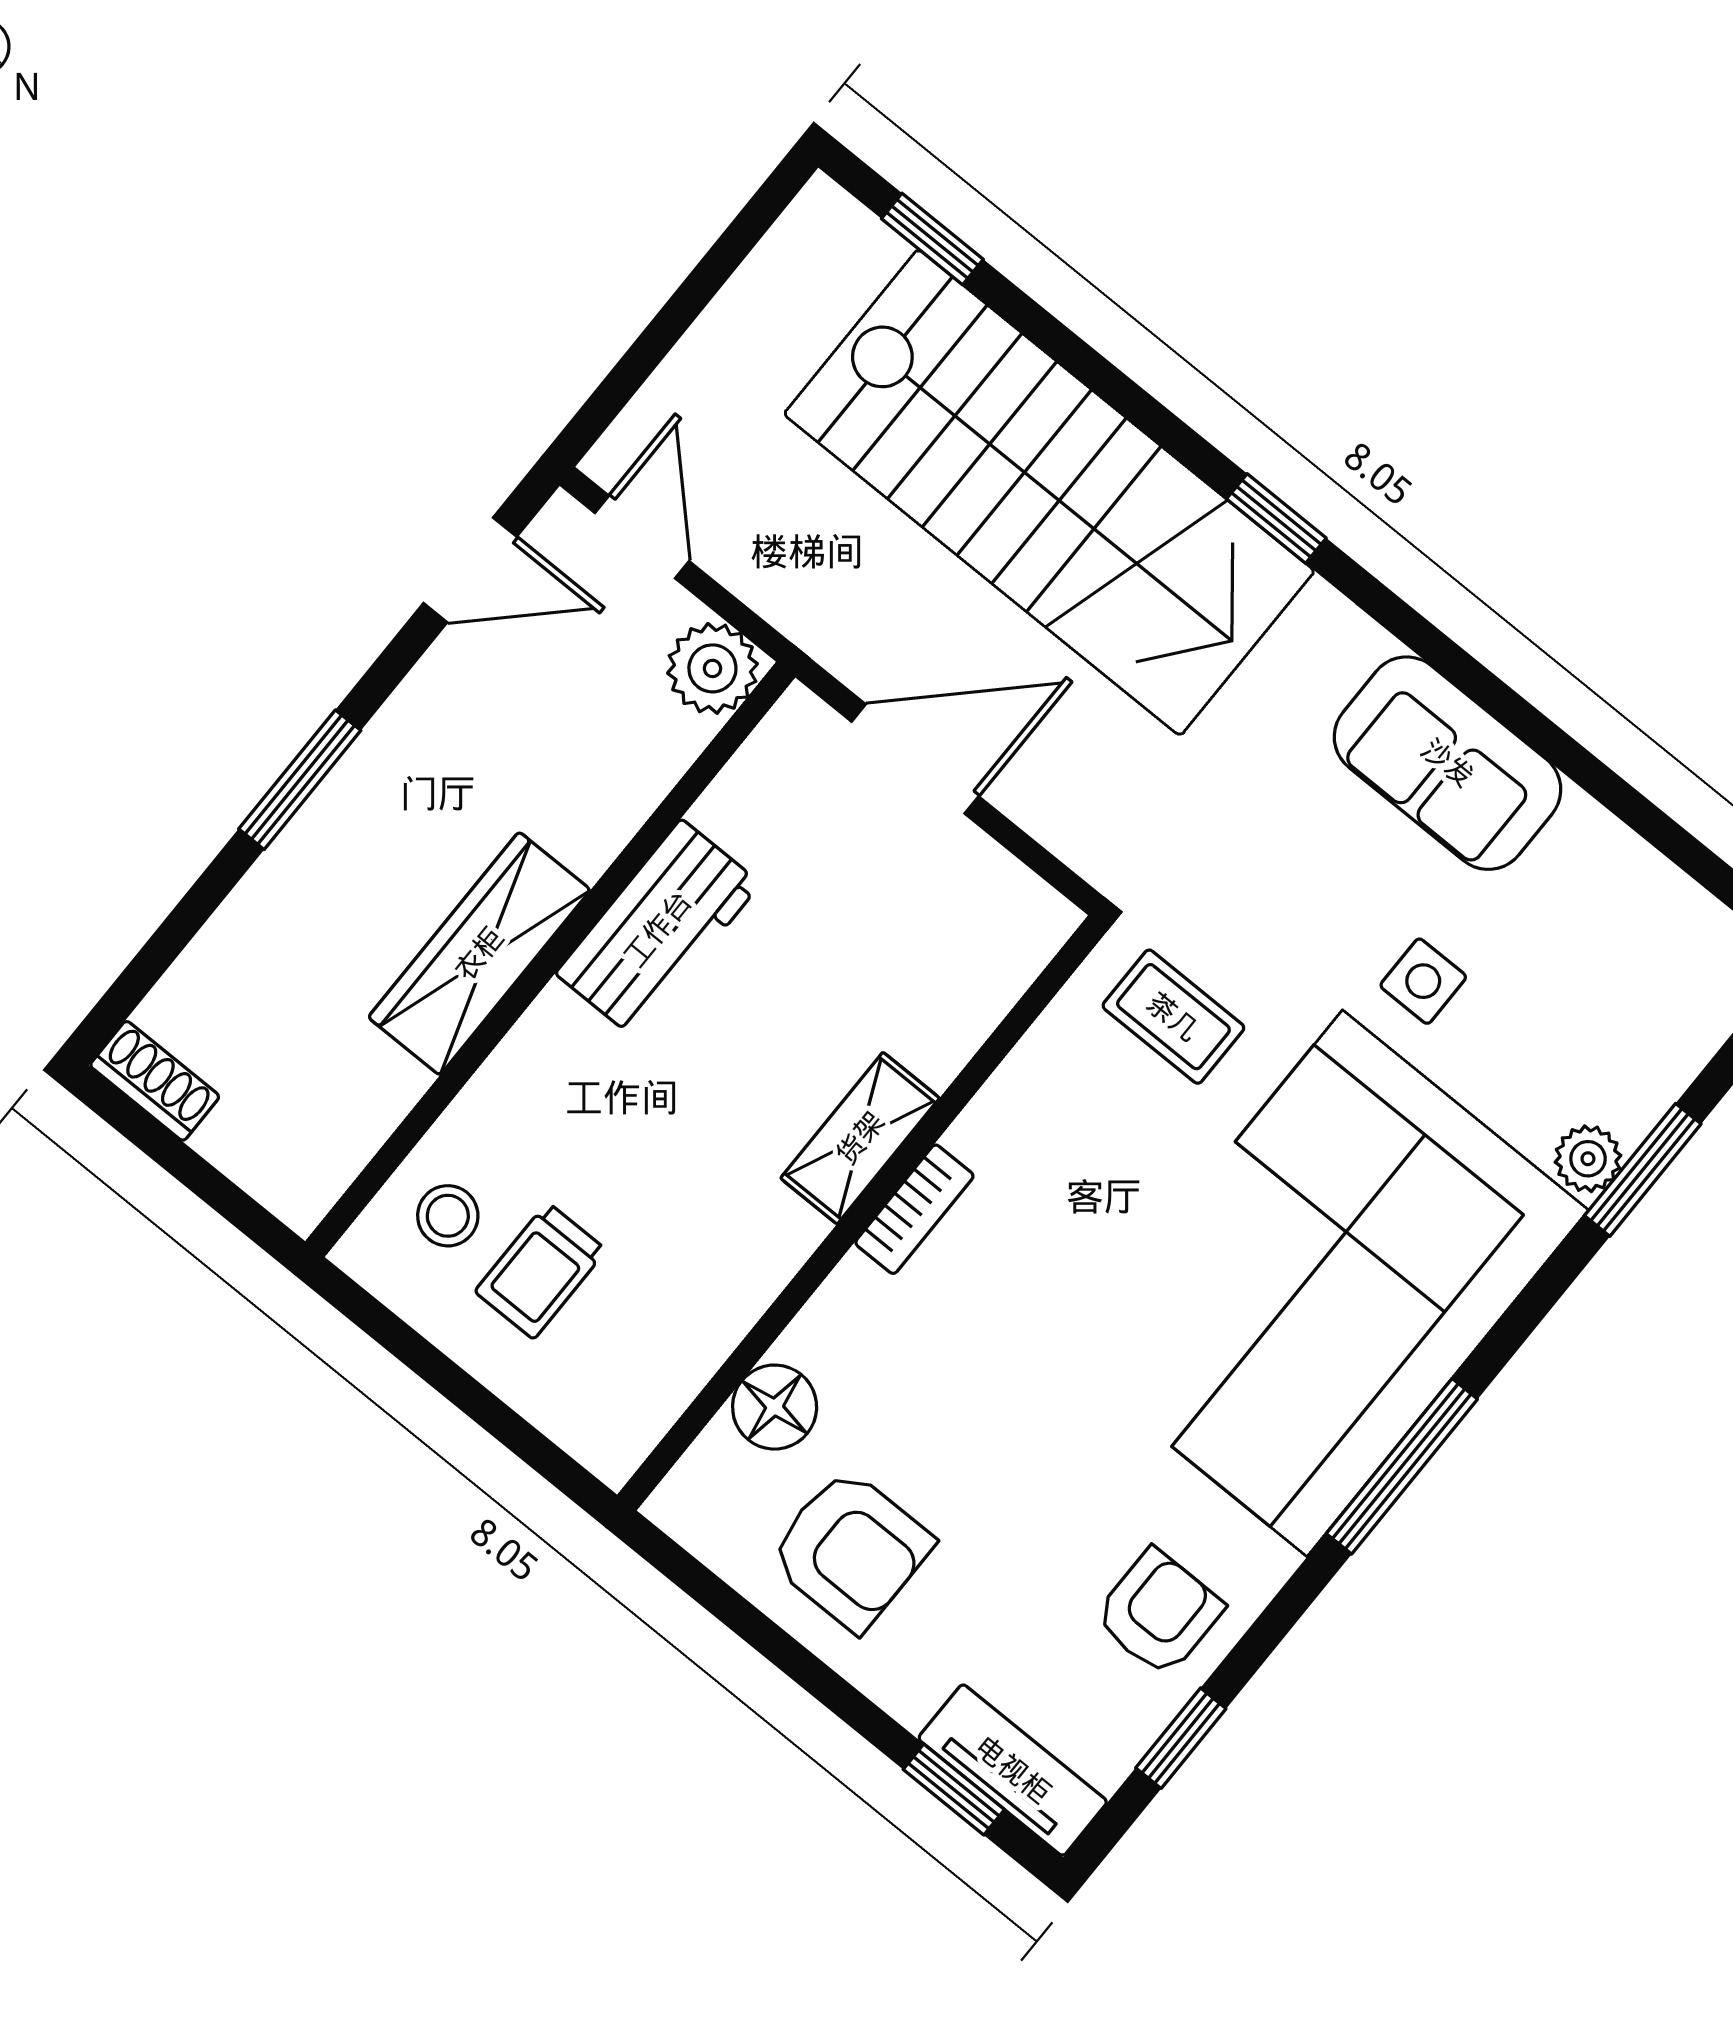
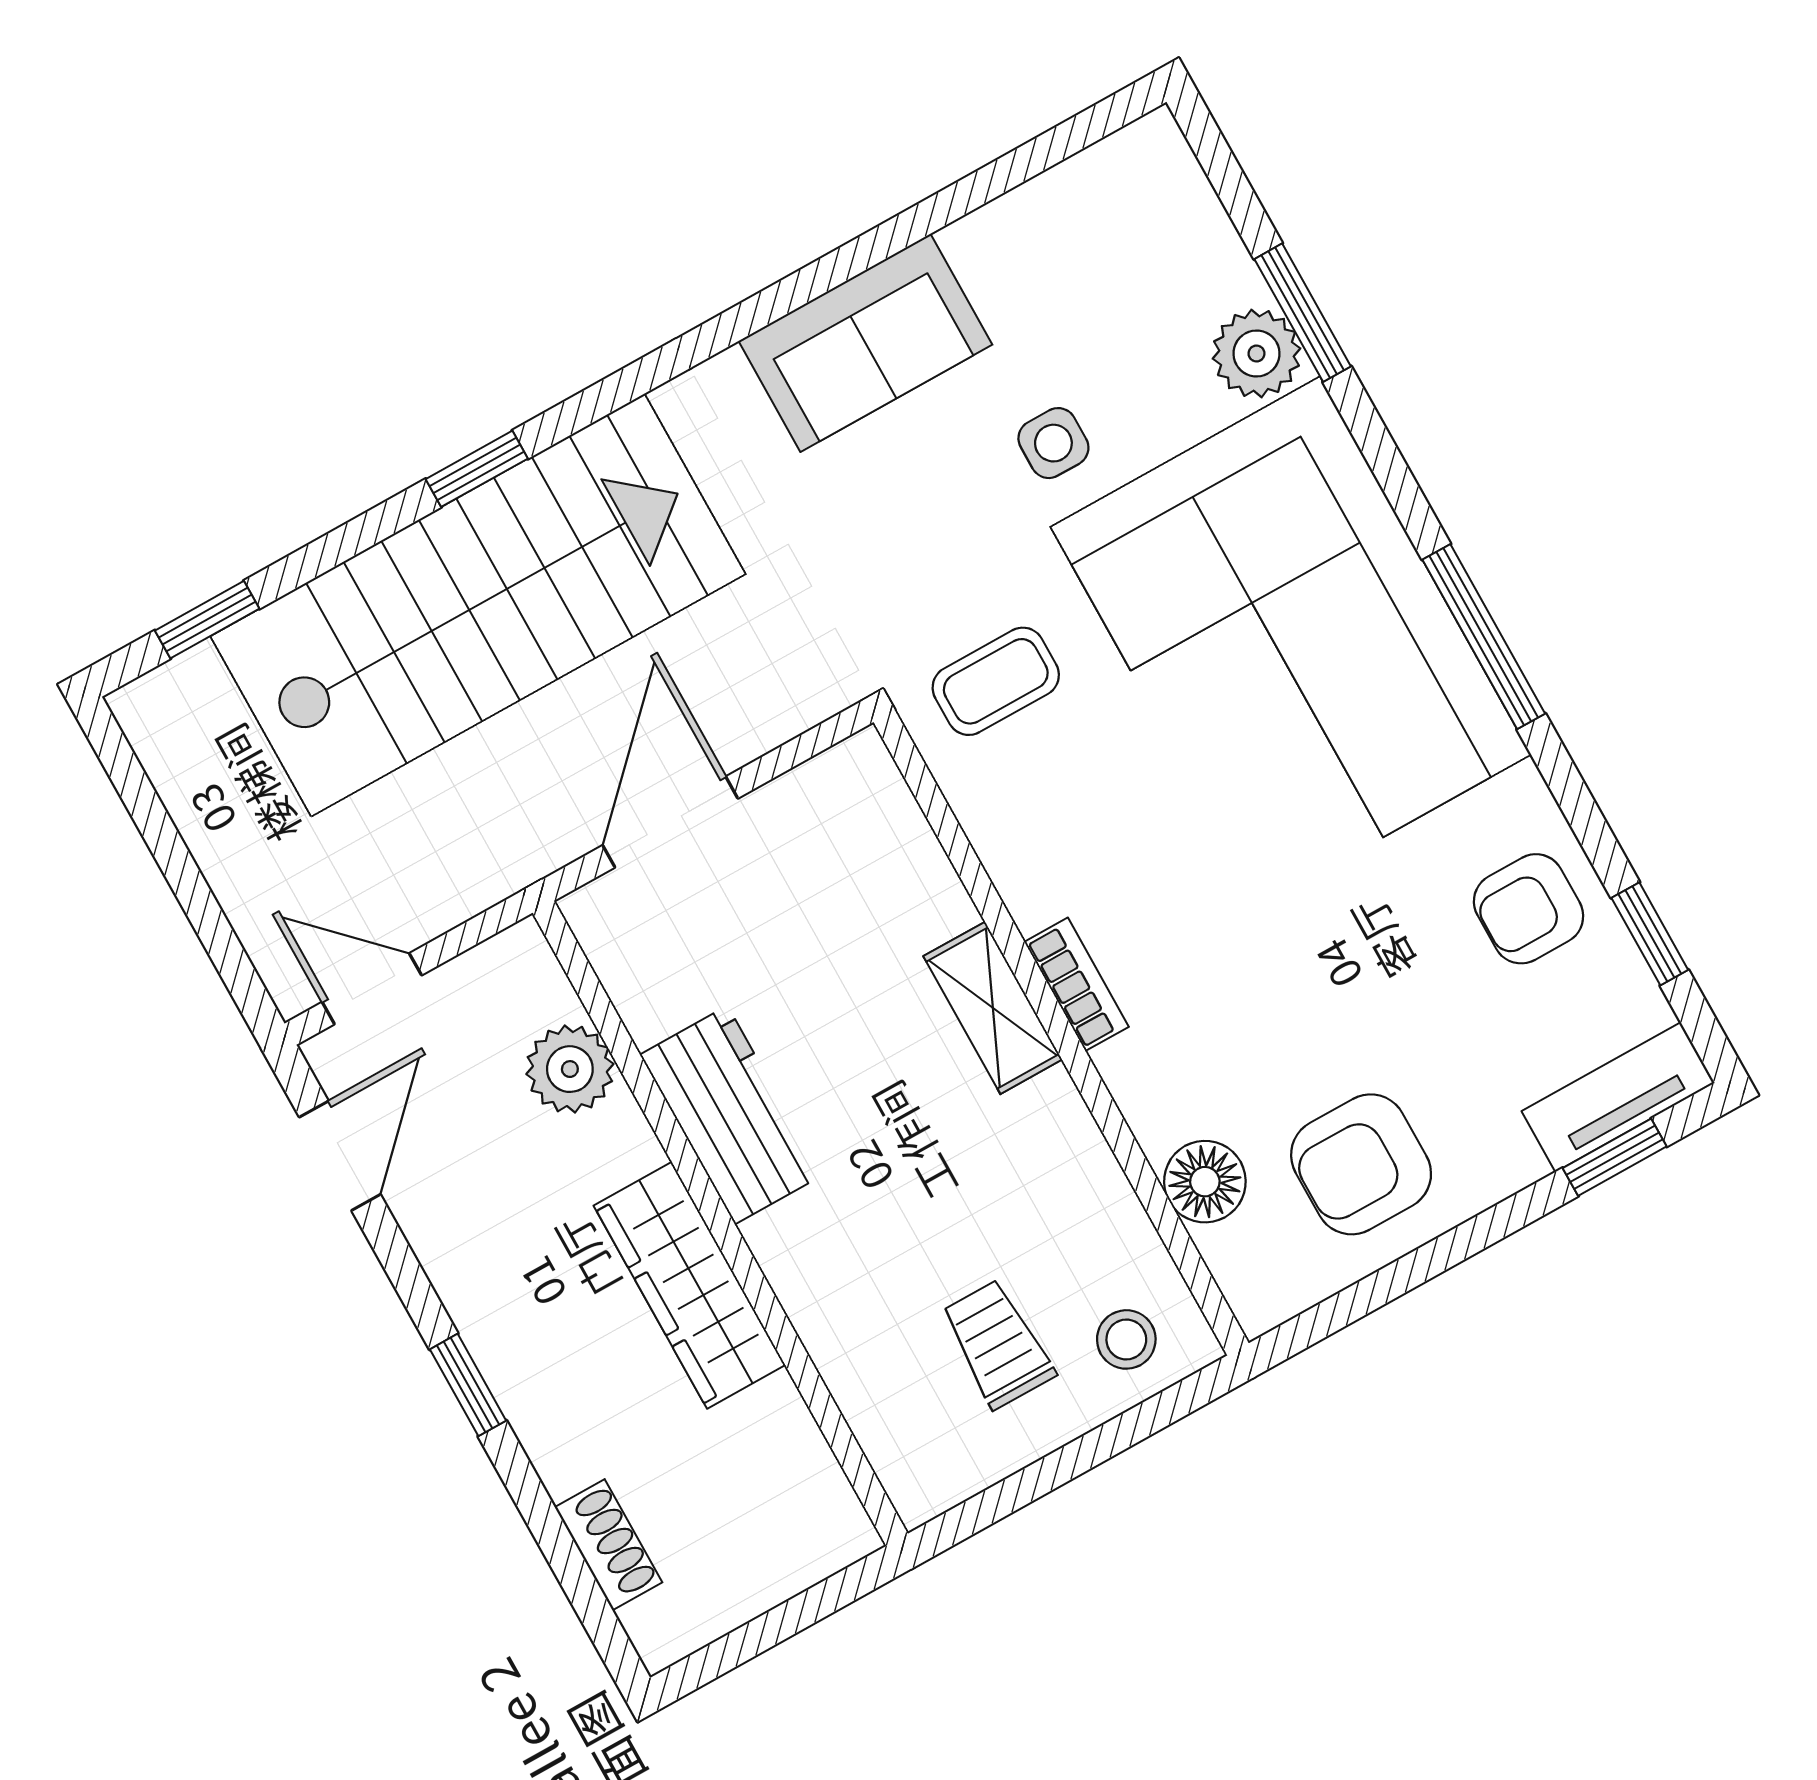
window: (1276, 519) -> (477, 469), moved
plant: (712, 668) -> (570, 1069), moved
window: (300, 780) -> (468, 1385), width x0.67
shoe rack: (155, 1081) -> (609, 1545), moved, turned 90
plant: (1588, 1159) -> (1257, 354), width x1.38, depth x1.38
stool: (448, 1216) -> (1126, 1339), moved
trolley: (540, 1271) -> (998, 1344), turned 180
armchair: (851, 1550) -> (1361, 1164), turned 180
armchair: (1159, 1613) -> (1529, 909), turned -90

